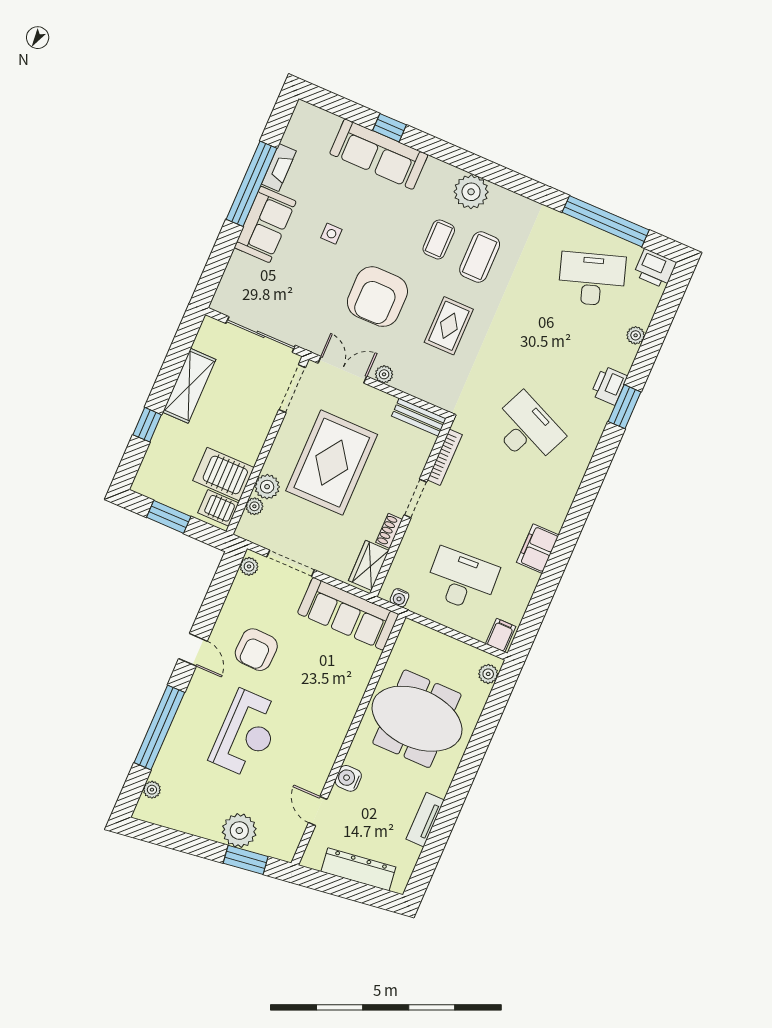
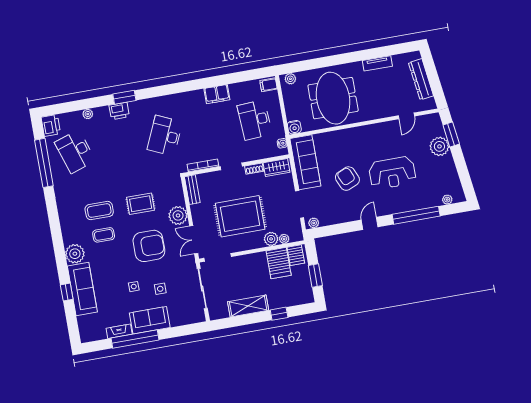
plant: (471, 192) -> (75, 254), moved
side table: (302, 271) -> (160, 289), added
plant: (384, 374) -> (178, 215), width x1.87, depth x1.87
armchair: (256, 650) -> (347, 179), moved, turned -116
reception desk: (246, 734) -> (392, 173), turned 180
water cooler: (348, 778) -> (294, 127), moved

